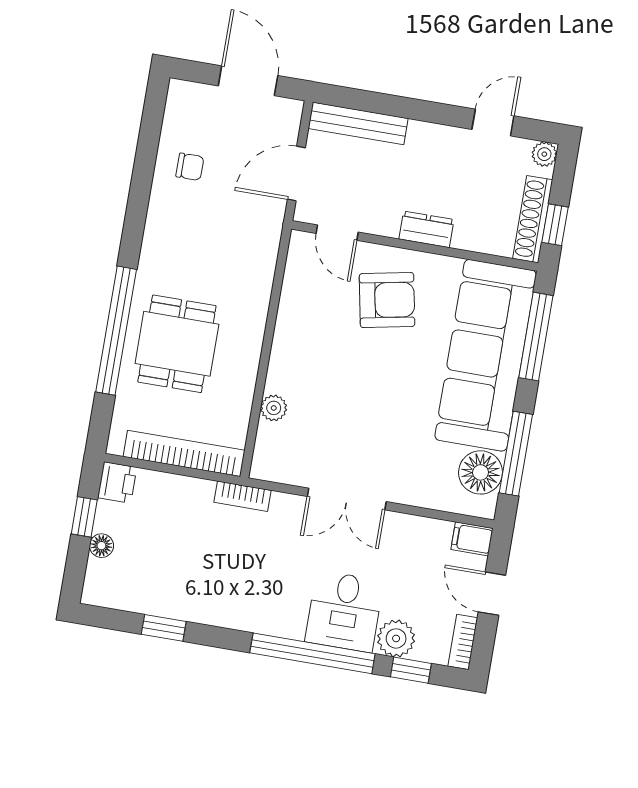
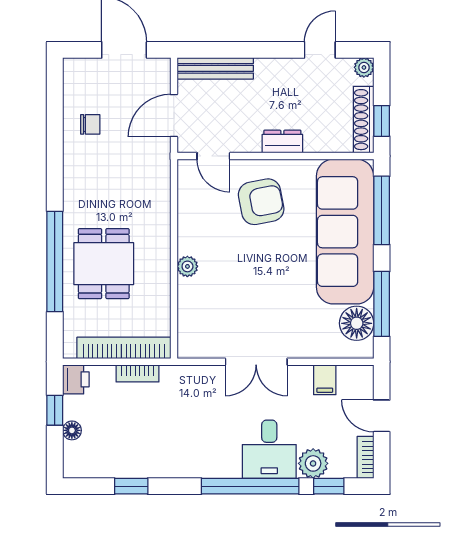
plant: (274, 408) -> (187, 266), moved
bookcase: (242, 496) -> (137, 373), moved
filing cabinet: (472, 539) -> (325, 380), moved, turned -90

